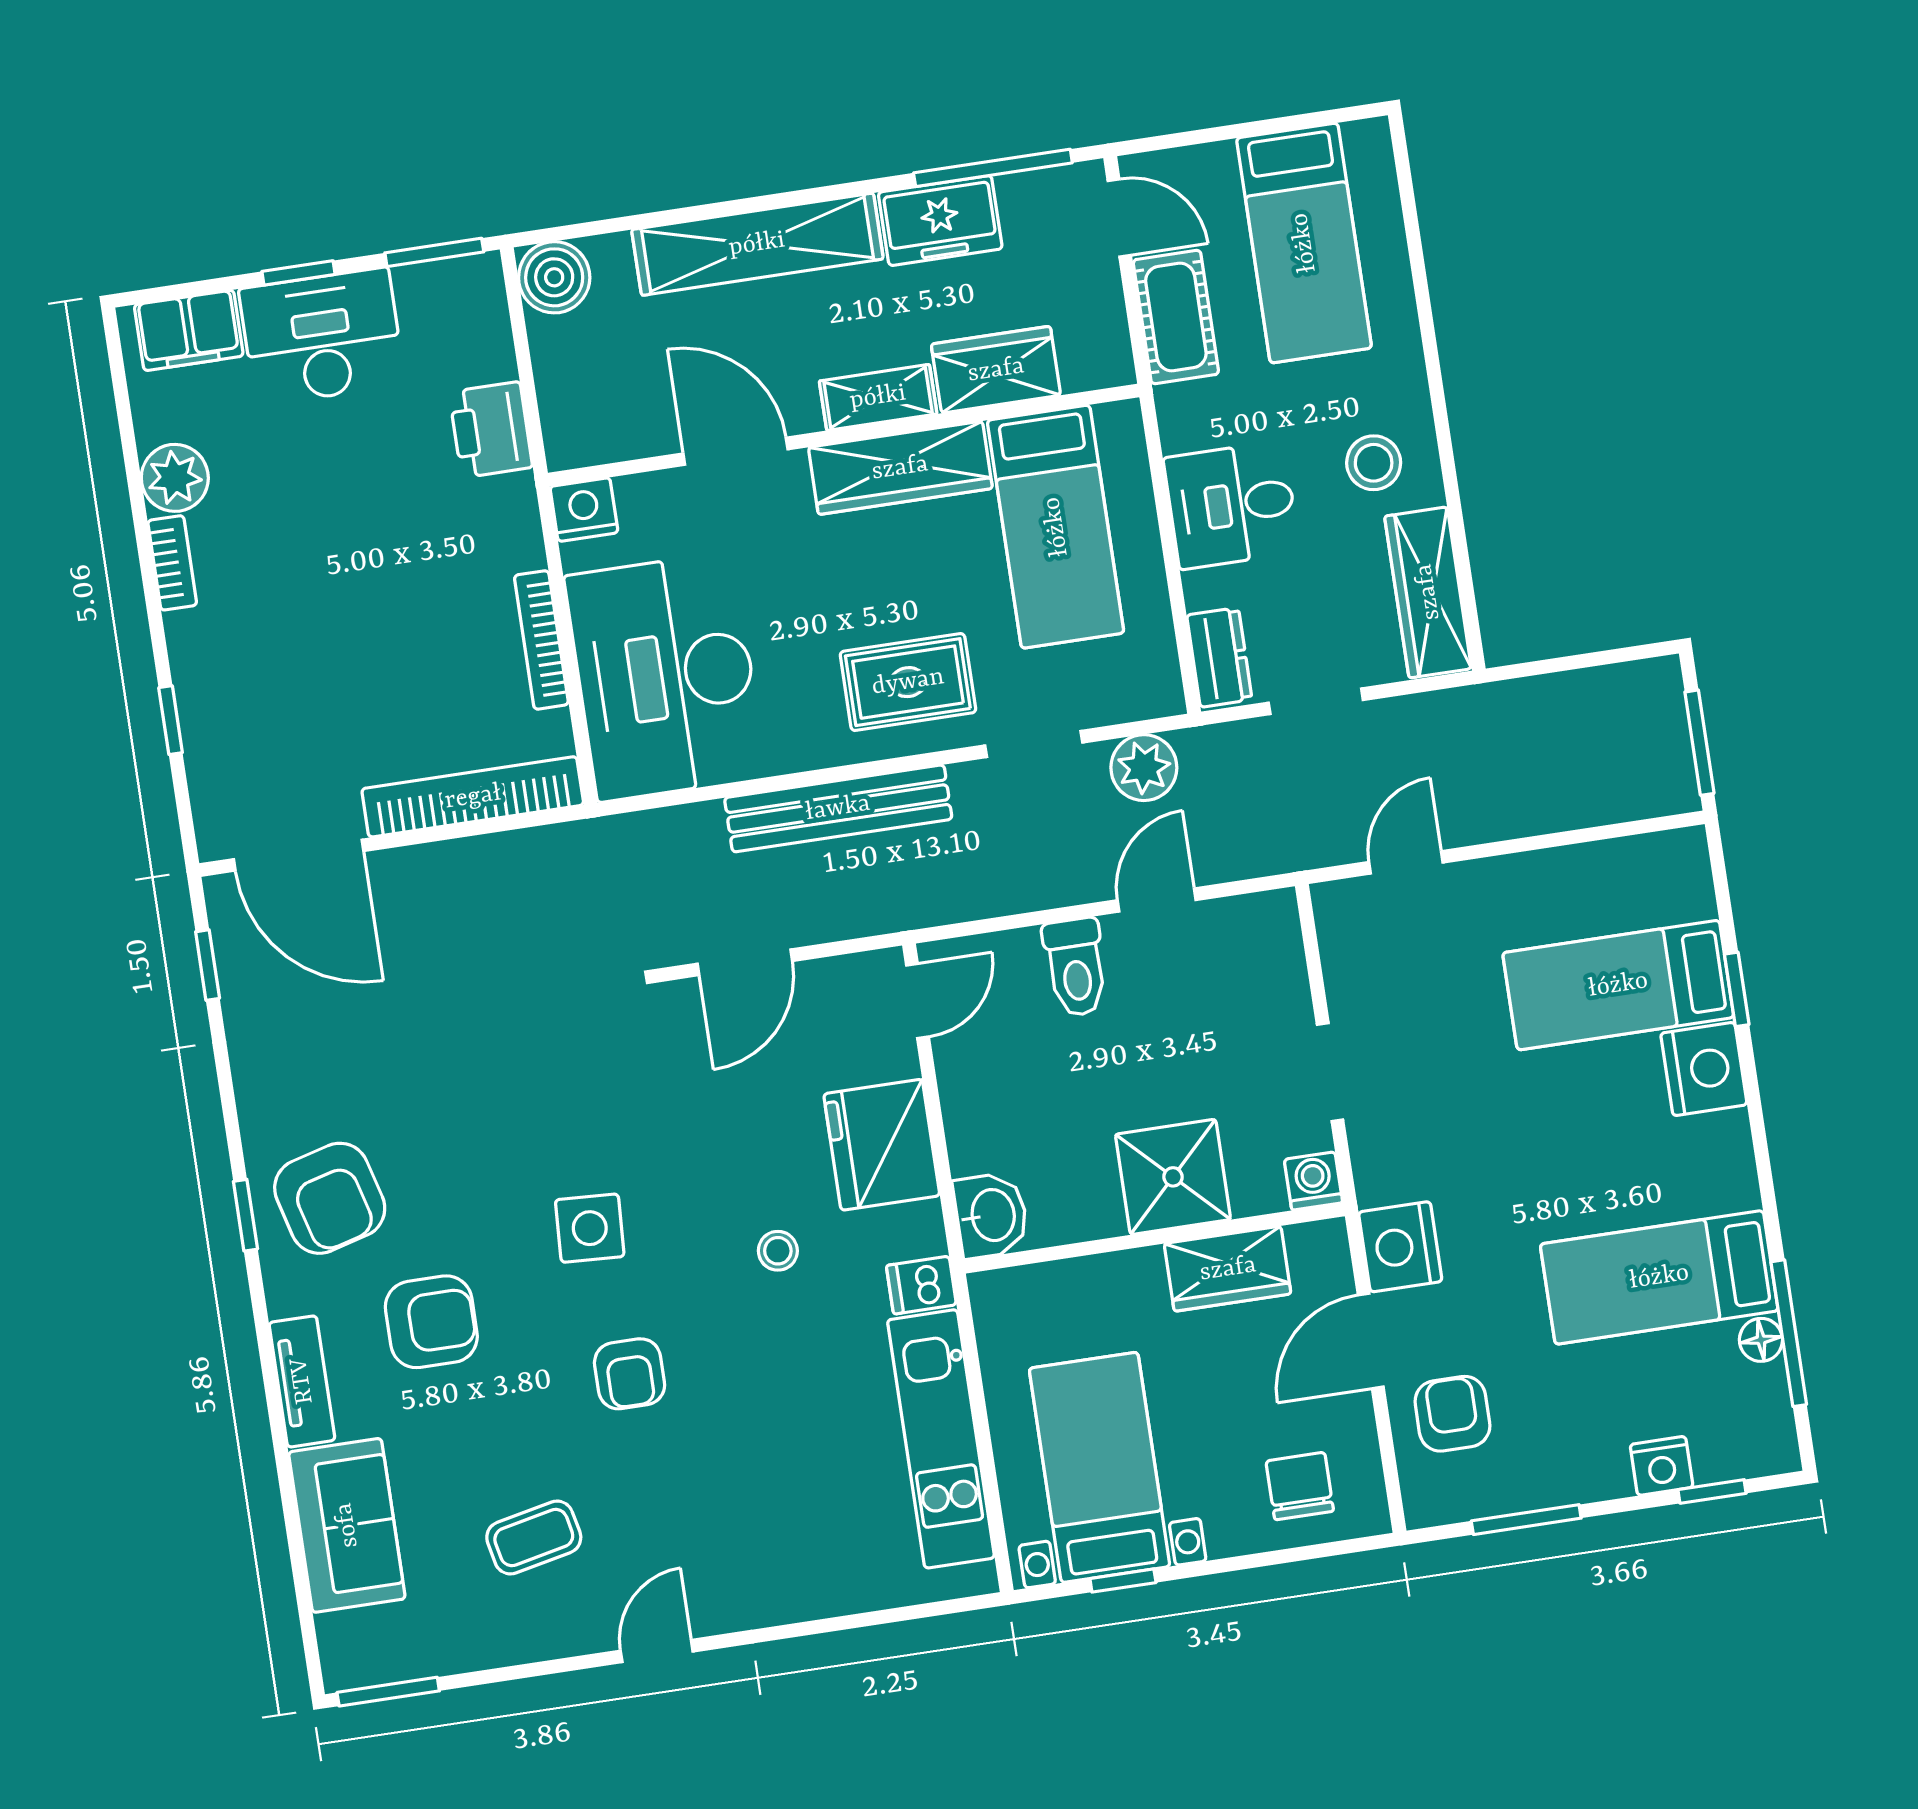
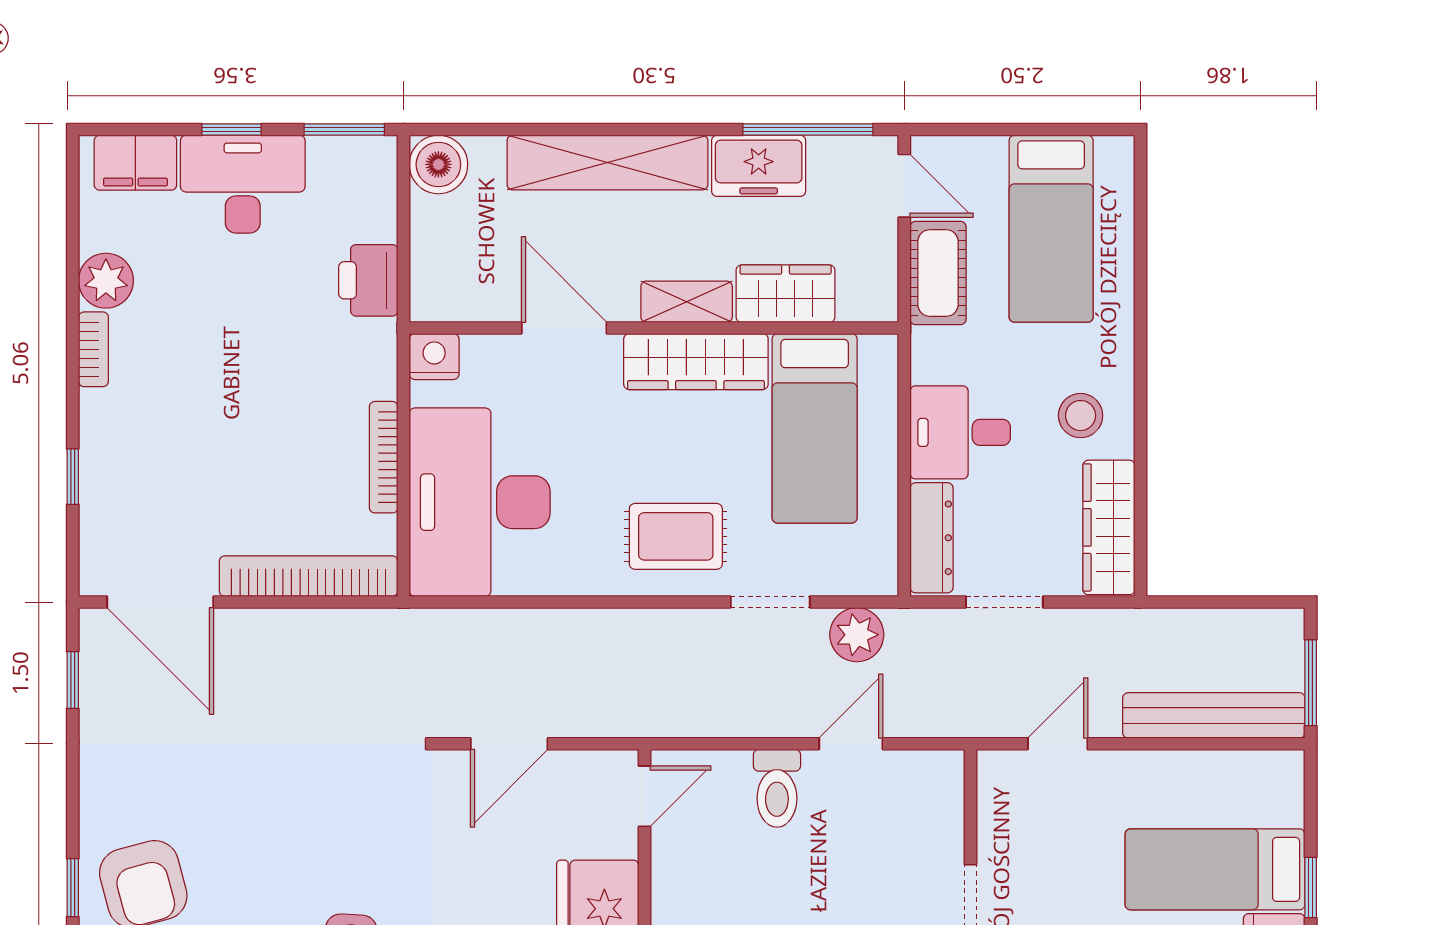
dresser: (1219, 657) -> (932, 538), width x1.44
bench: (838, 808) -> (1214, 715), moved

